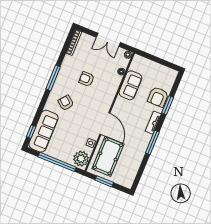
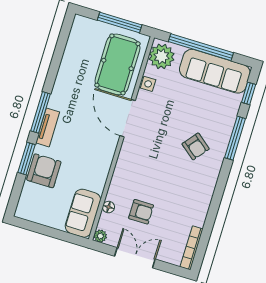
window: (53, 78) -> (235, 138), moved
armchair: (87, 79) -> (141, 212), moved
sofa: (130, 85) -> (83, 213), moved
sofa: (44, 131) -> (215, 71), moved, turned -90
window: (152, 142) -> (41, 112), moved
window: (104, 181) -> (120, 23), width x1.44

